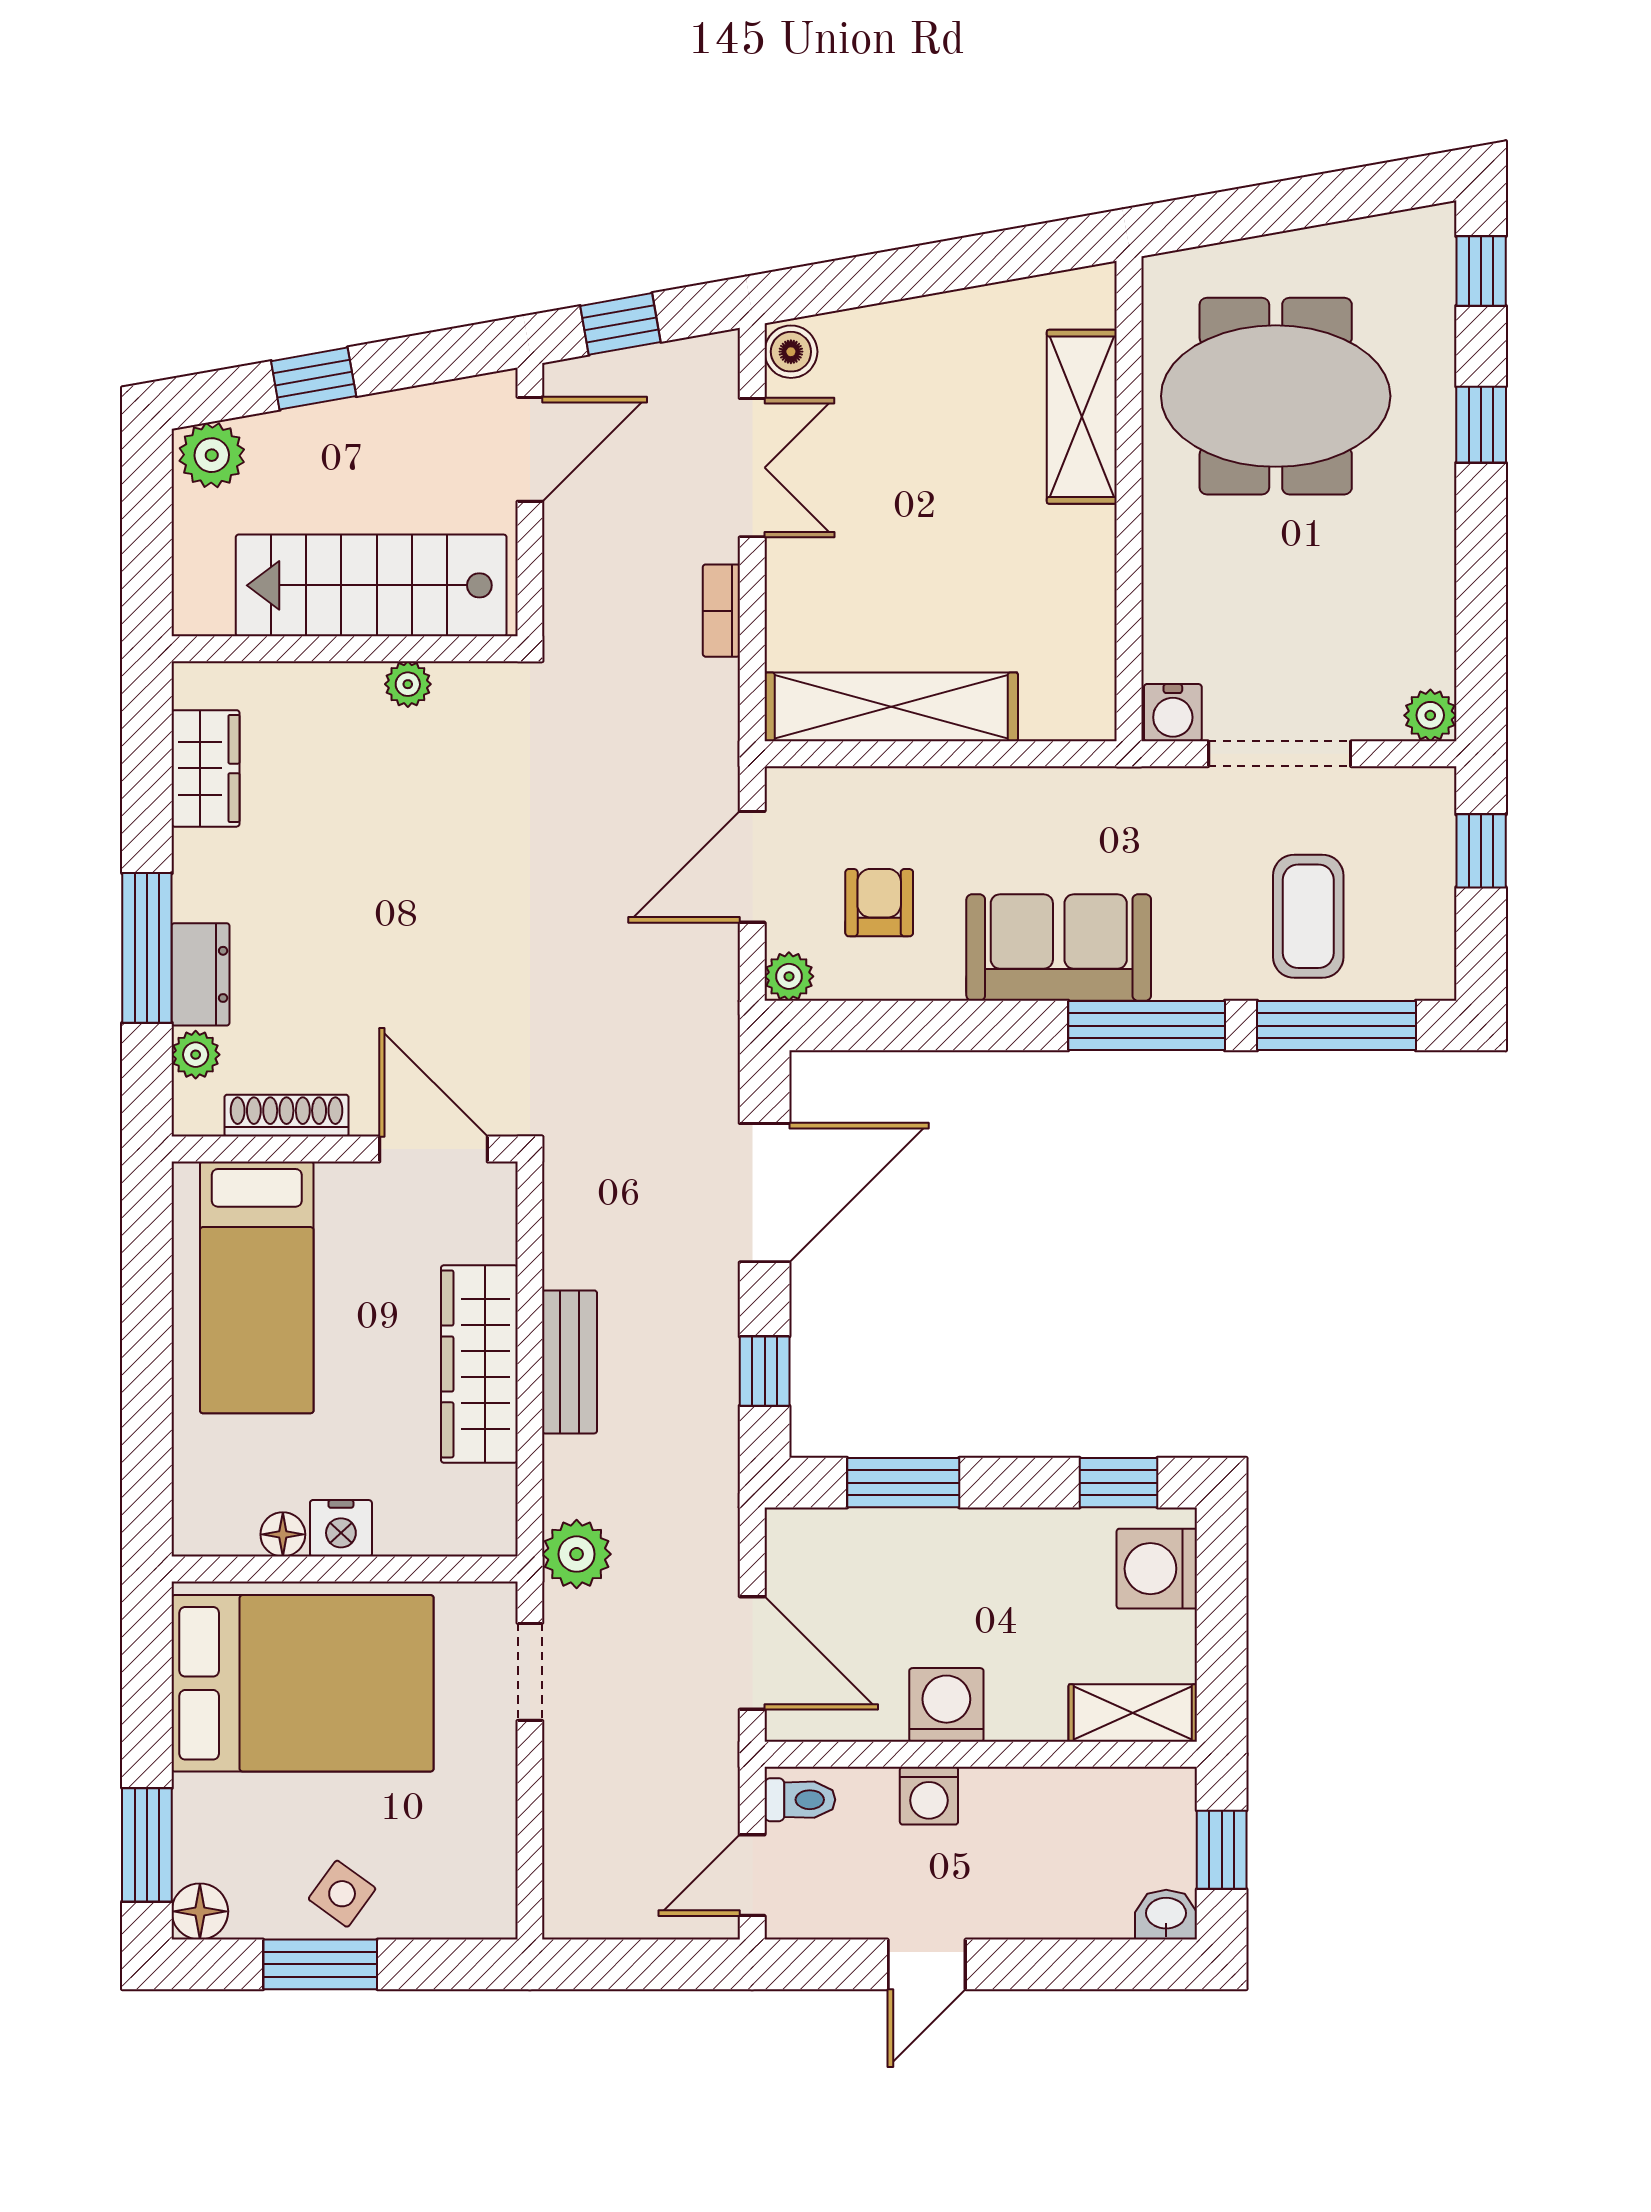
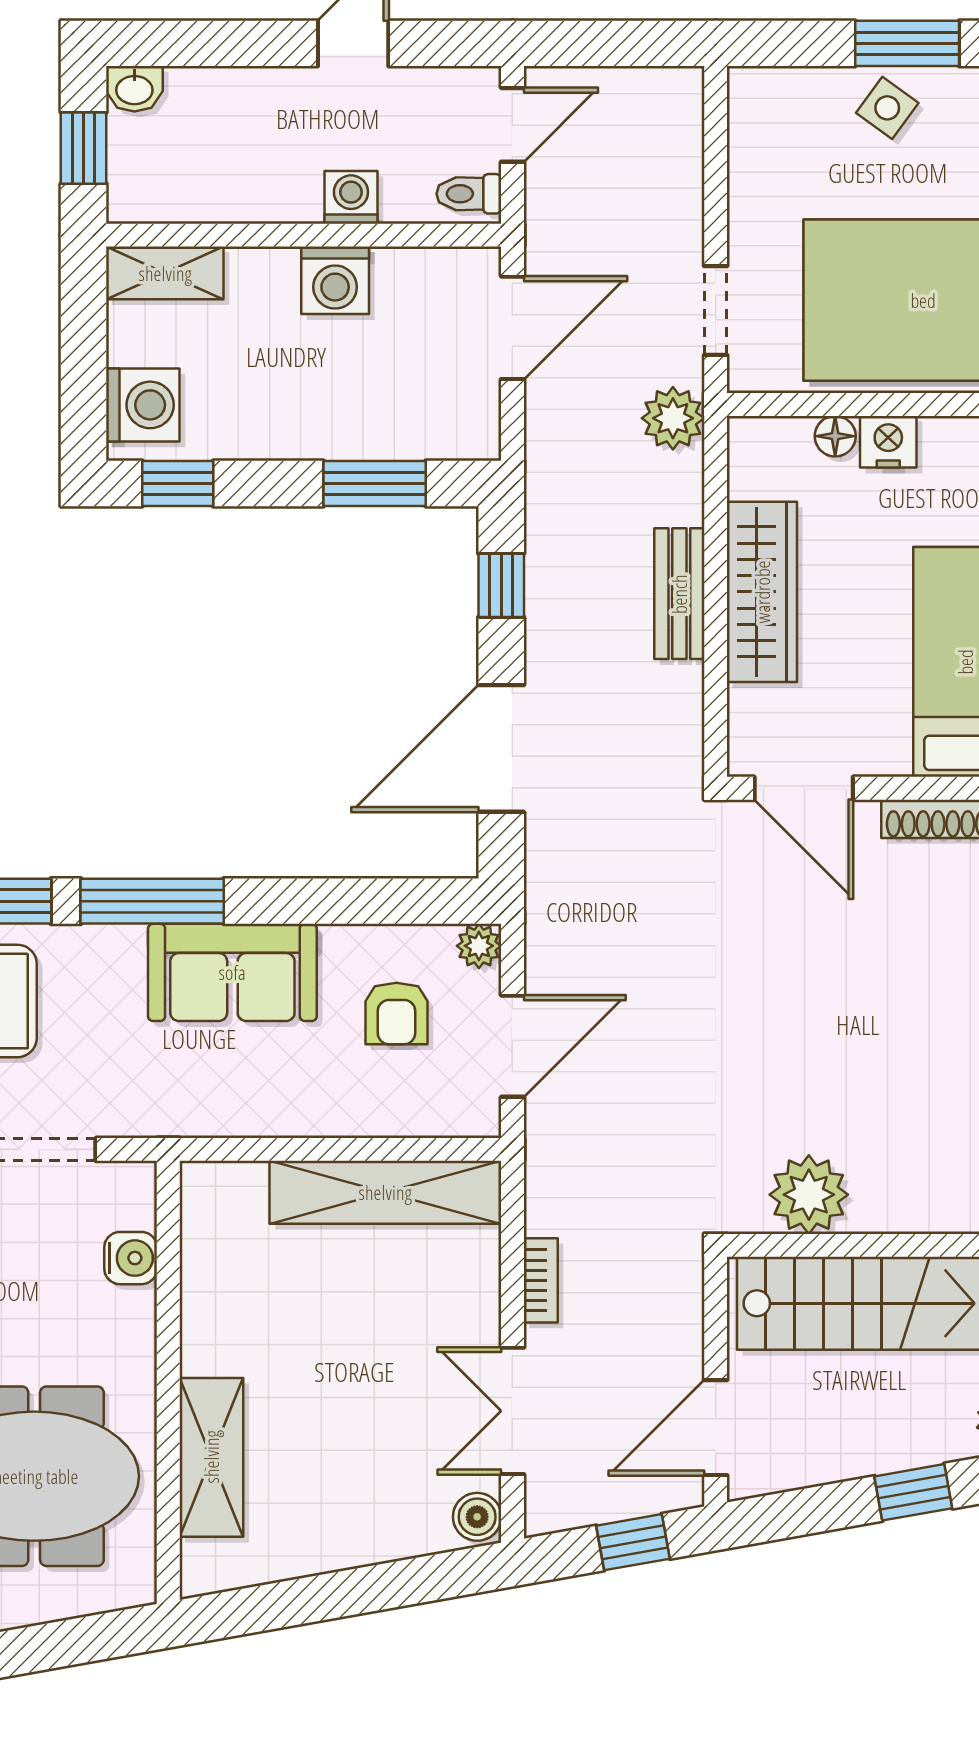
plant: (408, 684) -> (809, 1195), width x1.87, depth x1.87
water cooler: (1173, 713) -> (131, 1258), moved, turned 90
floor lamp: (283, 1534) -> (835, 436), moved
door: (752, 1653) -> (512, 328), swing flipped

